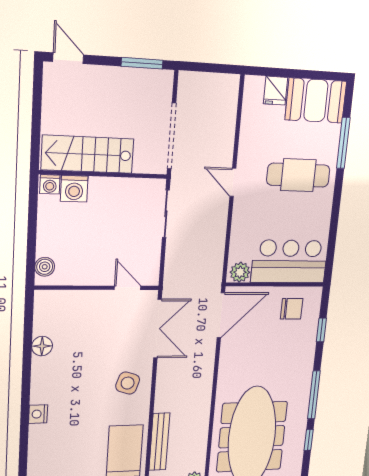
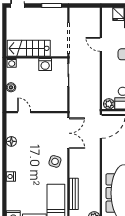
door: (233, 182) -> (101, 44), moved
washing machine: (74, 189) -> (45, 65), moved
boiler: (45, 267) -> (11, 87), moved
door: (127, 288) -> (24, 112), moved

